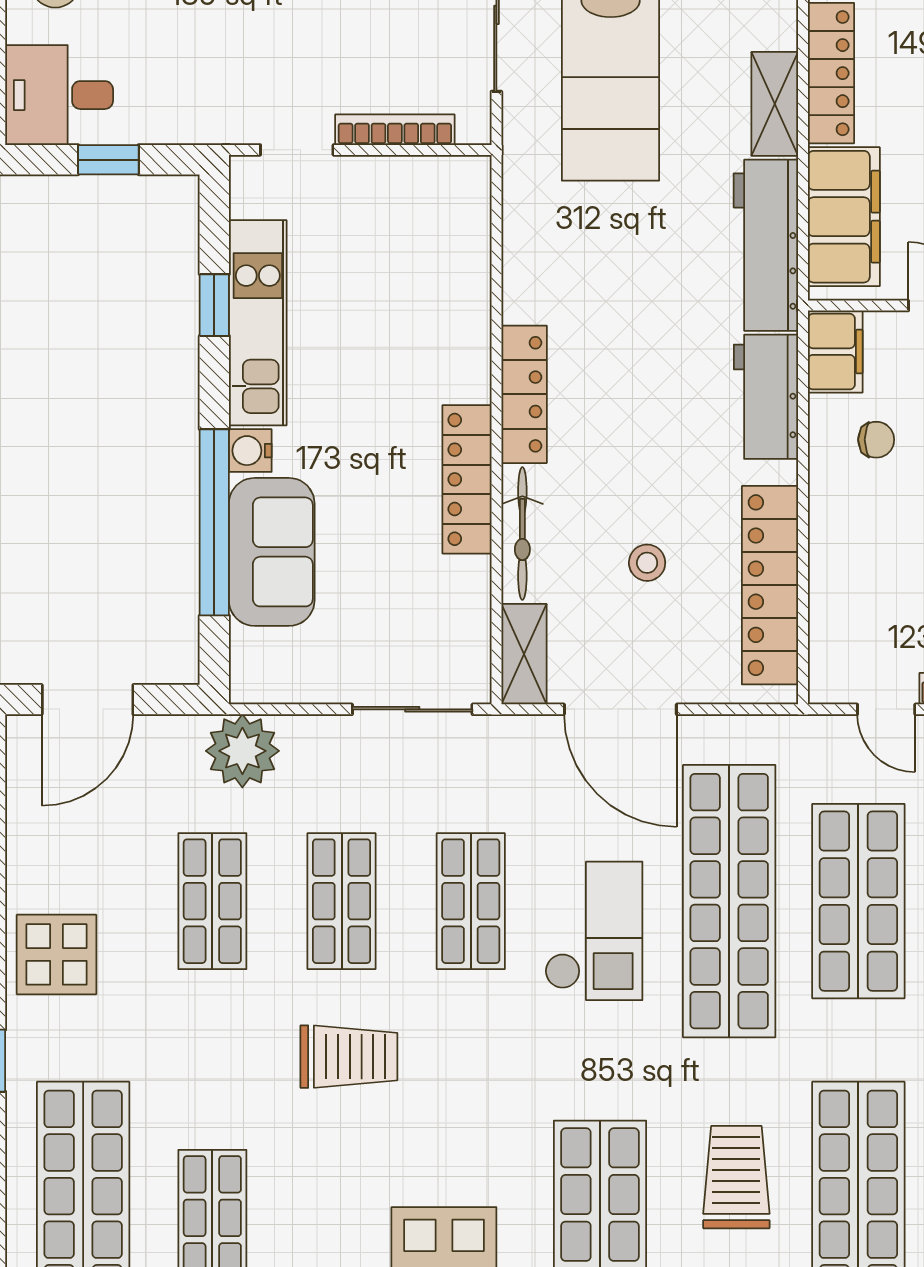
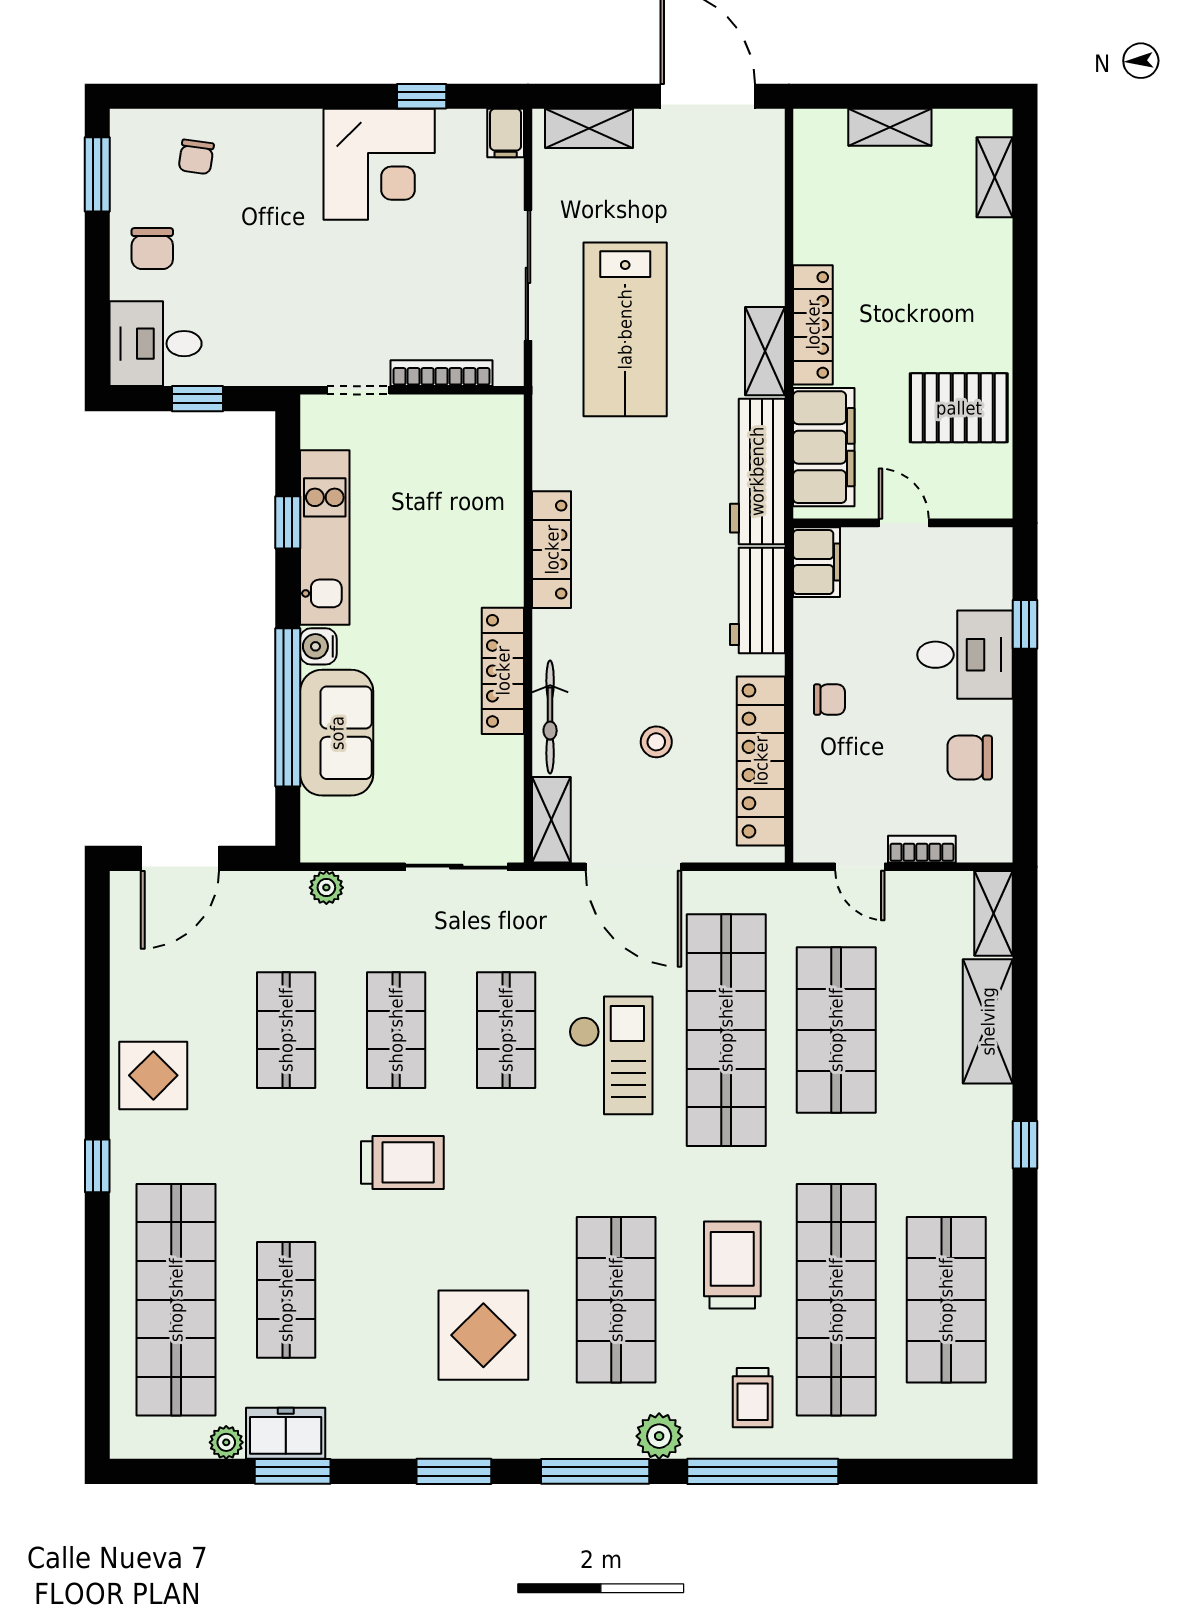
locker: (524, 394) -> (552, 550), moved
chair: (876, 440) -> (829, 700), moved
plant: (242, 751) -> (326, 888), width x0.53, depth x0.53

